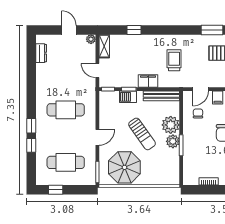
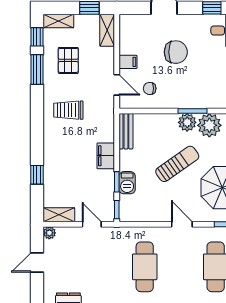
trolley: (174, 60) -> (68, 110), moved
door: (97, 70) -> (92, 224), swing flipped
bench: (161, 96) -> (126, 131), width x0.73
plant: (171, 125) -> (209, 125), moved

